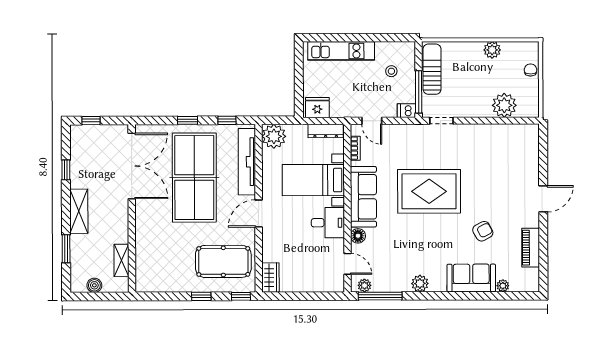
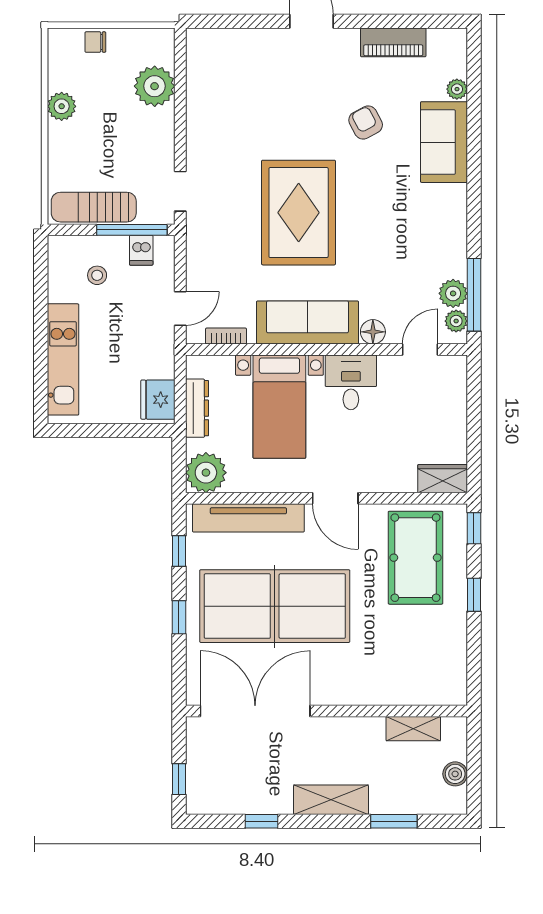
dishwasher: (406, 111) -> (141, 250), moved
dresser: (326, 131) -> (197, 408), moved
plant: (420, 283) -> (453, 293), moved

